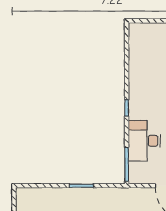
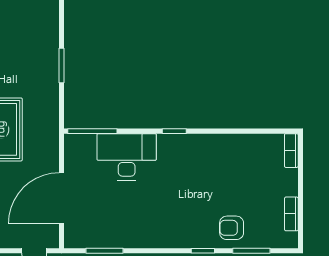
bookcase: (140, 27) -> (291, 151), added

